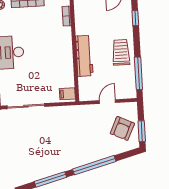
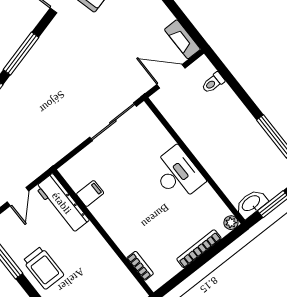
workbench: (84, 56) -> (62, 203), moved
filing cabinet: (67, 94) -> (90, 193), moved

